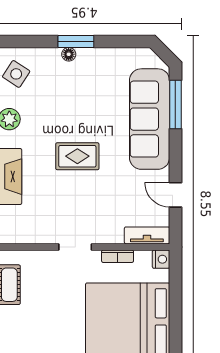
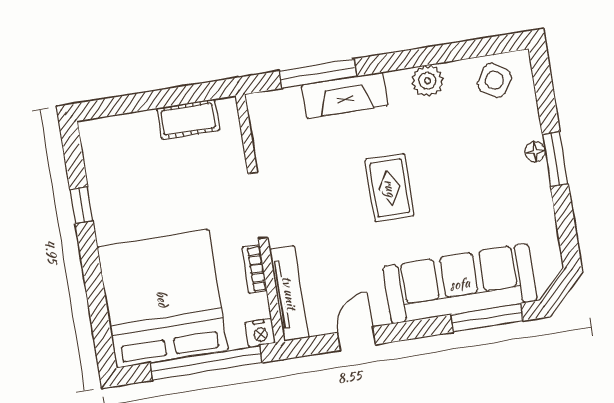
tv unit: (147, 235) -> (289, 293), width x1.41
doorway: (75, 247) -> (258, 206), width x1.38
window: (175, 299) -> (206, 363), added

